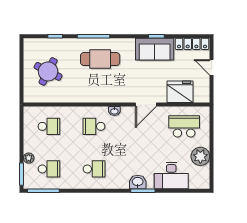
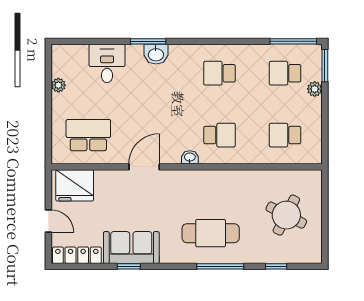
fridge: (180, 92) -> (75, 185), moved
school desk: (184, 126) -> (88, 135), turned 180
plant: (200, 156) -> (58, 85), width x0.53, depth x0.53
desk: (171, 176) -> (107, 64), width x0.73

